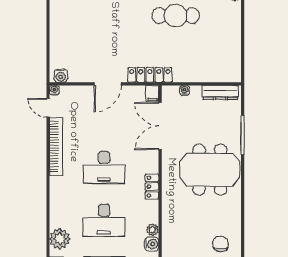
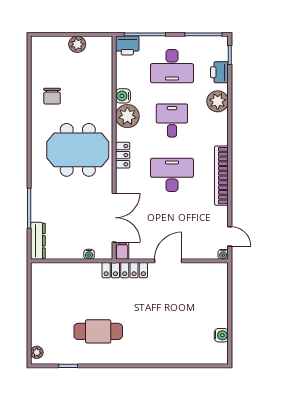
water cooler: (61, 76) -> (221, 335), moved, turned 90
dresser: (220, 92) -> (38, 241), moved, turned 90
bookcase: (56, 146) -> (221, 176), moved
meeting table: (210, 170) -> (78, 150), moved
desk: (104, 220) -> (172, 120), width x0.73
plant: (153, 230) -> (127, 116), width x1.88, depth x1.88

